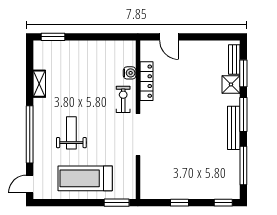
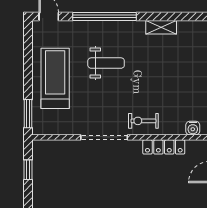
water cooler: (130, 73) -> (193, 128), moved
exercise bike: (123, 99) -> (143, 121), turned 180
window: (180, 203) -> (28, 170), moved

